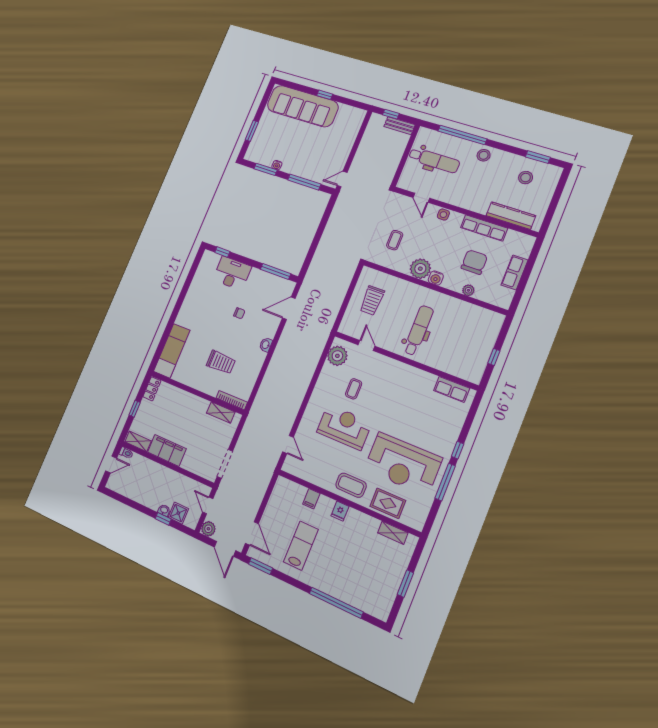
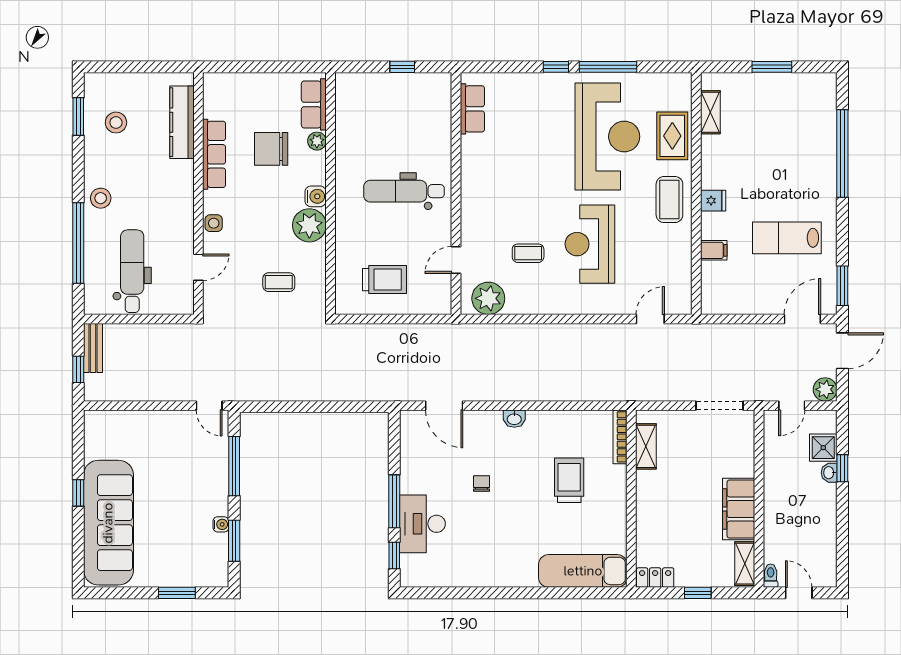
window: (276, 272) -> (394, 501), moved
row of seats: (515, 272) -> (314, 104), moved, turned 90

